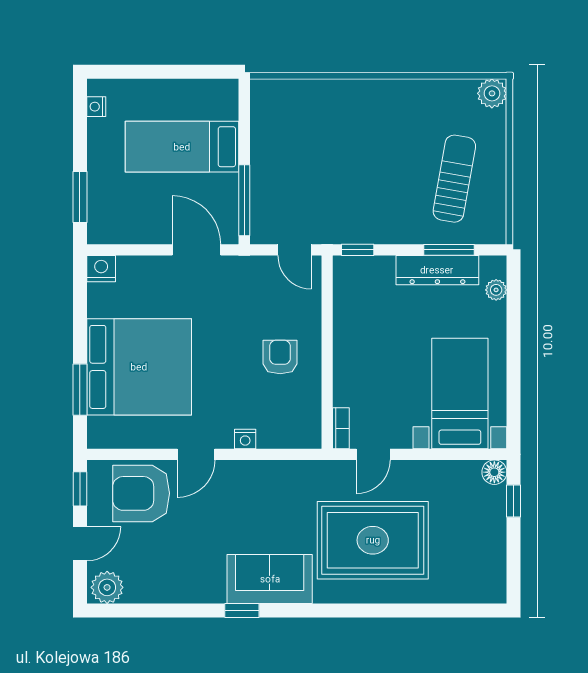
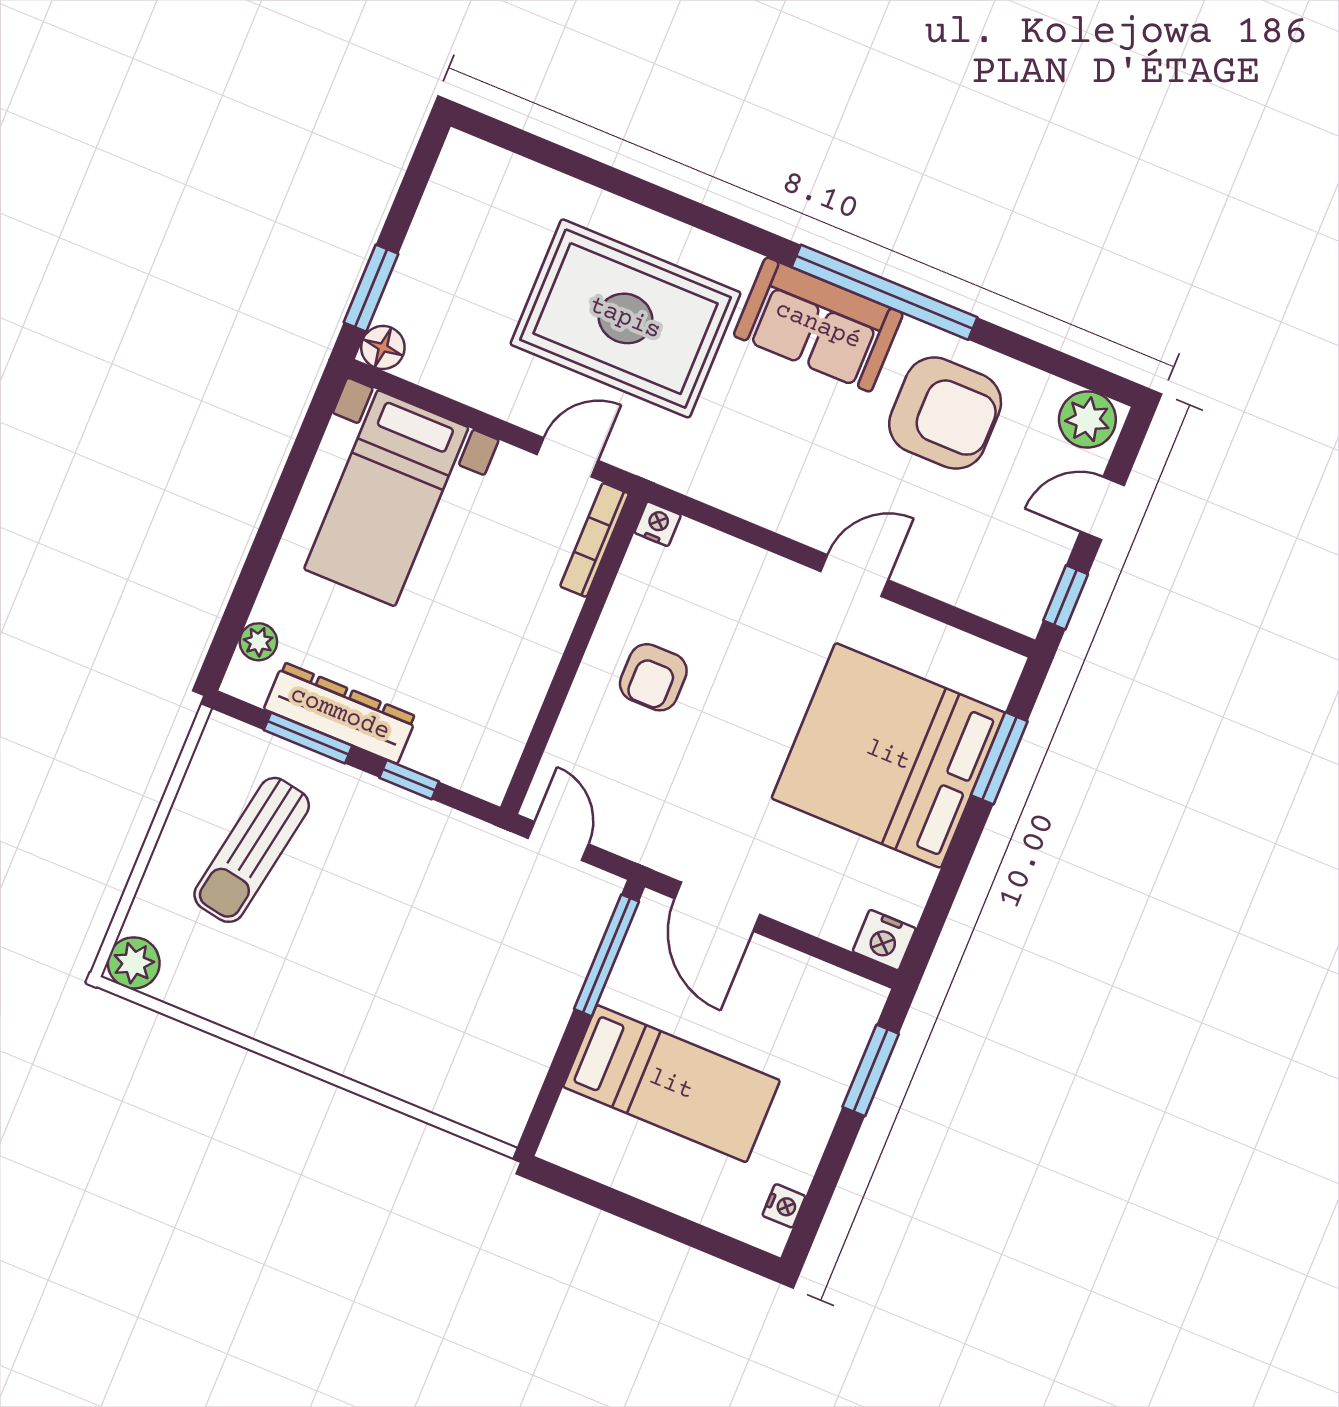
window: (358, 250) -> (409, 780), moved
bookcase: (341, 428) -> (595, 540), width x1.56
nightstand: (245, 439) -> (658, 524), moved
armchair: (141, 493) -> (945, 413), moved
window: (514, 501) -> (371, 288), width x1.50
window: (242, 610) -> (884, 292), width x3.17

